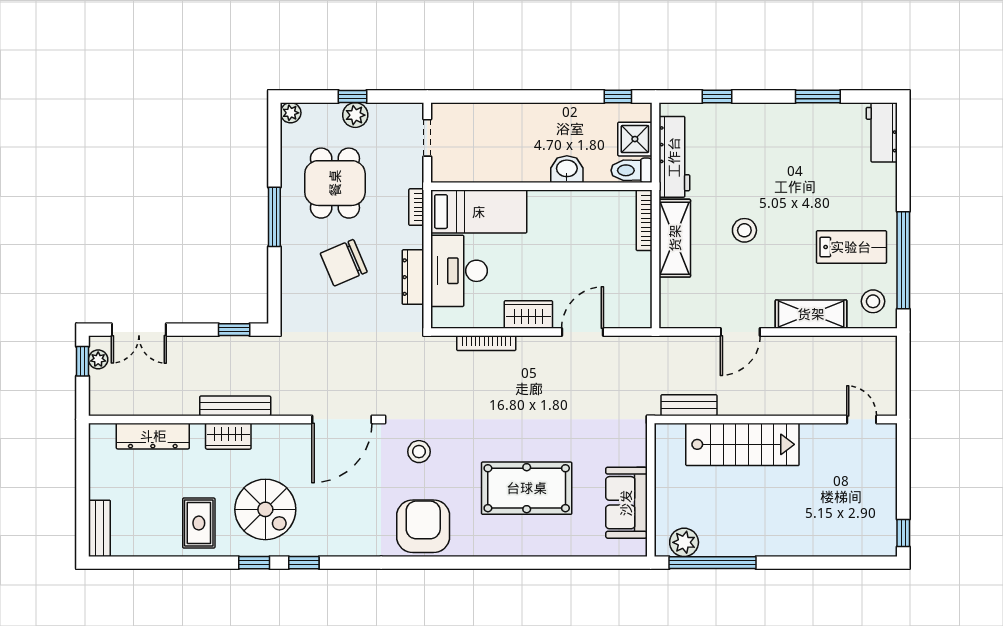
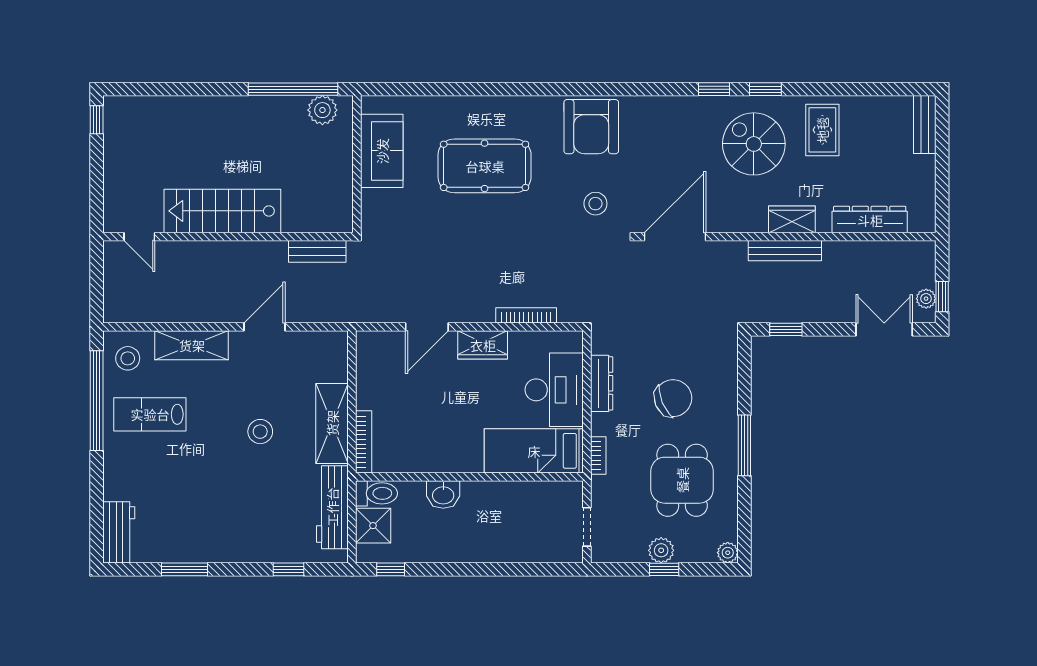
stairs: (742, 444) -> (222, 211), moved

